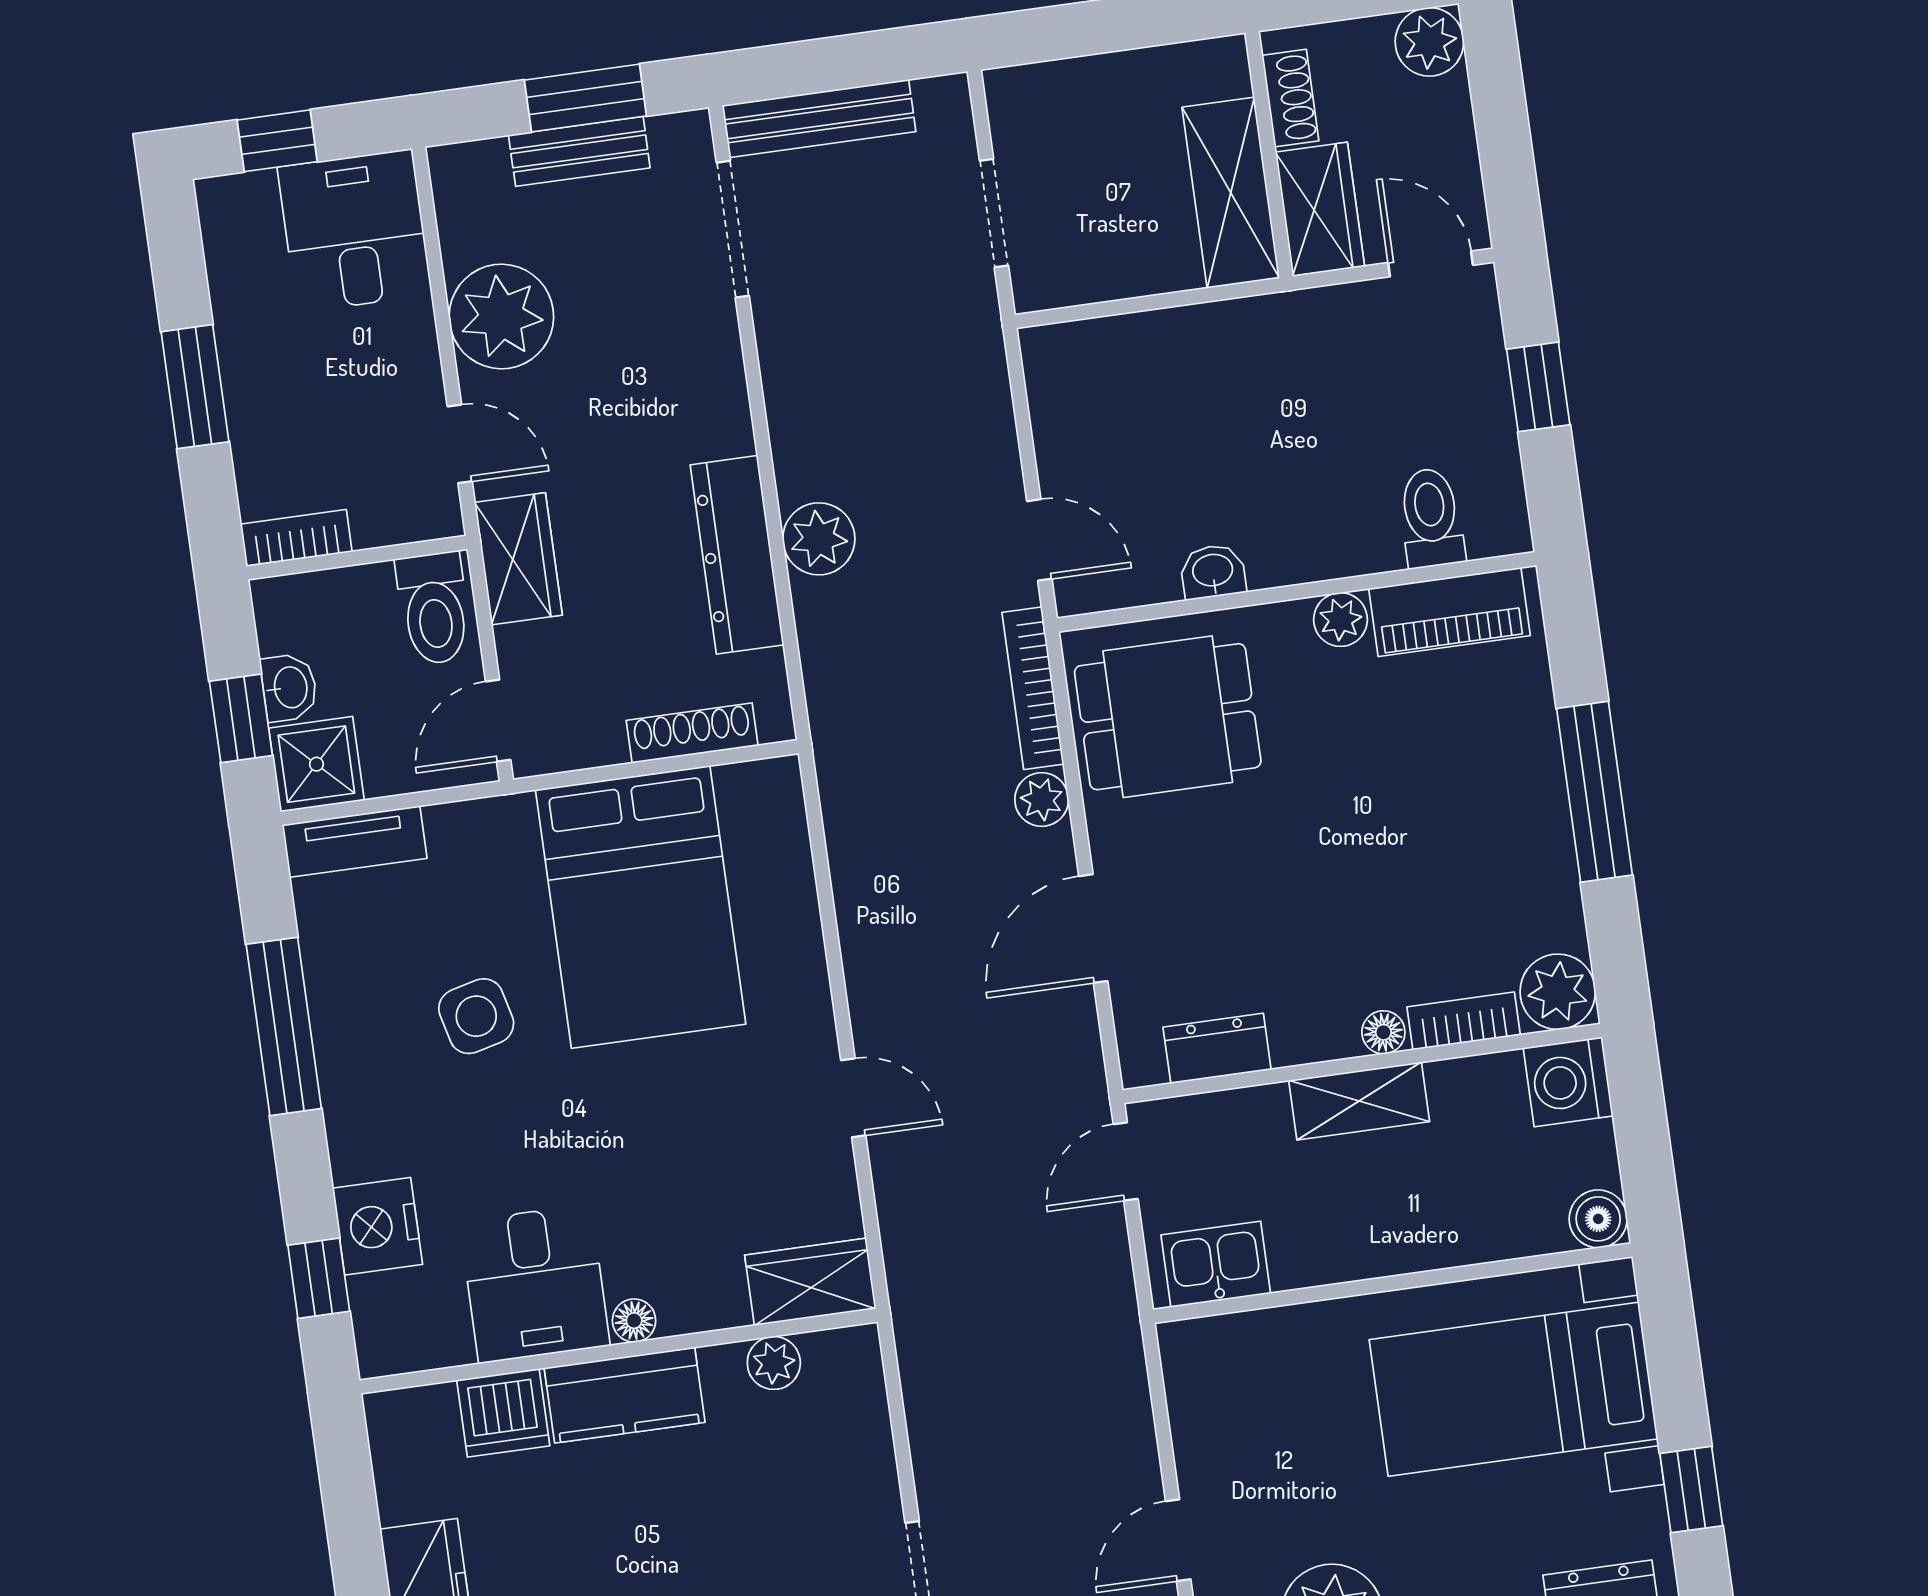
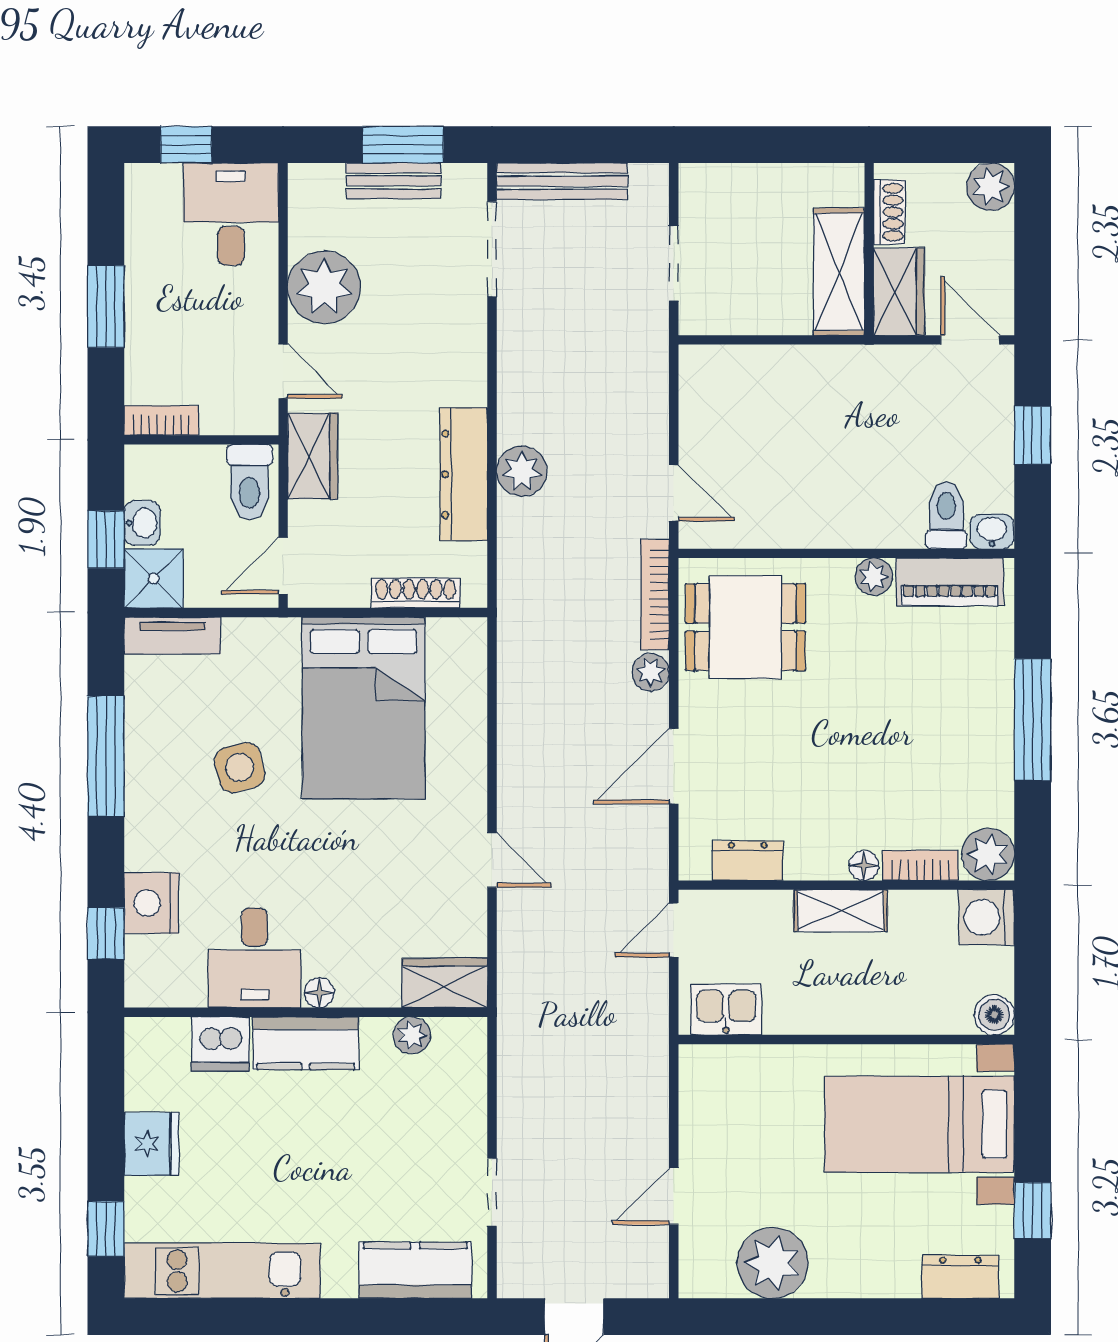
washbasin: (1213, 572) -> (992, 531), moved

